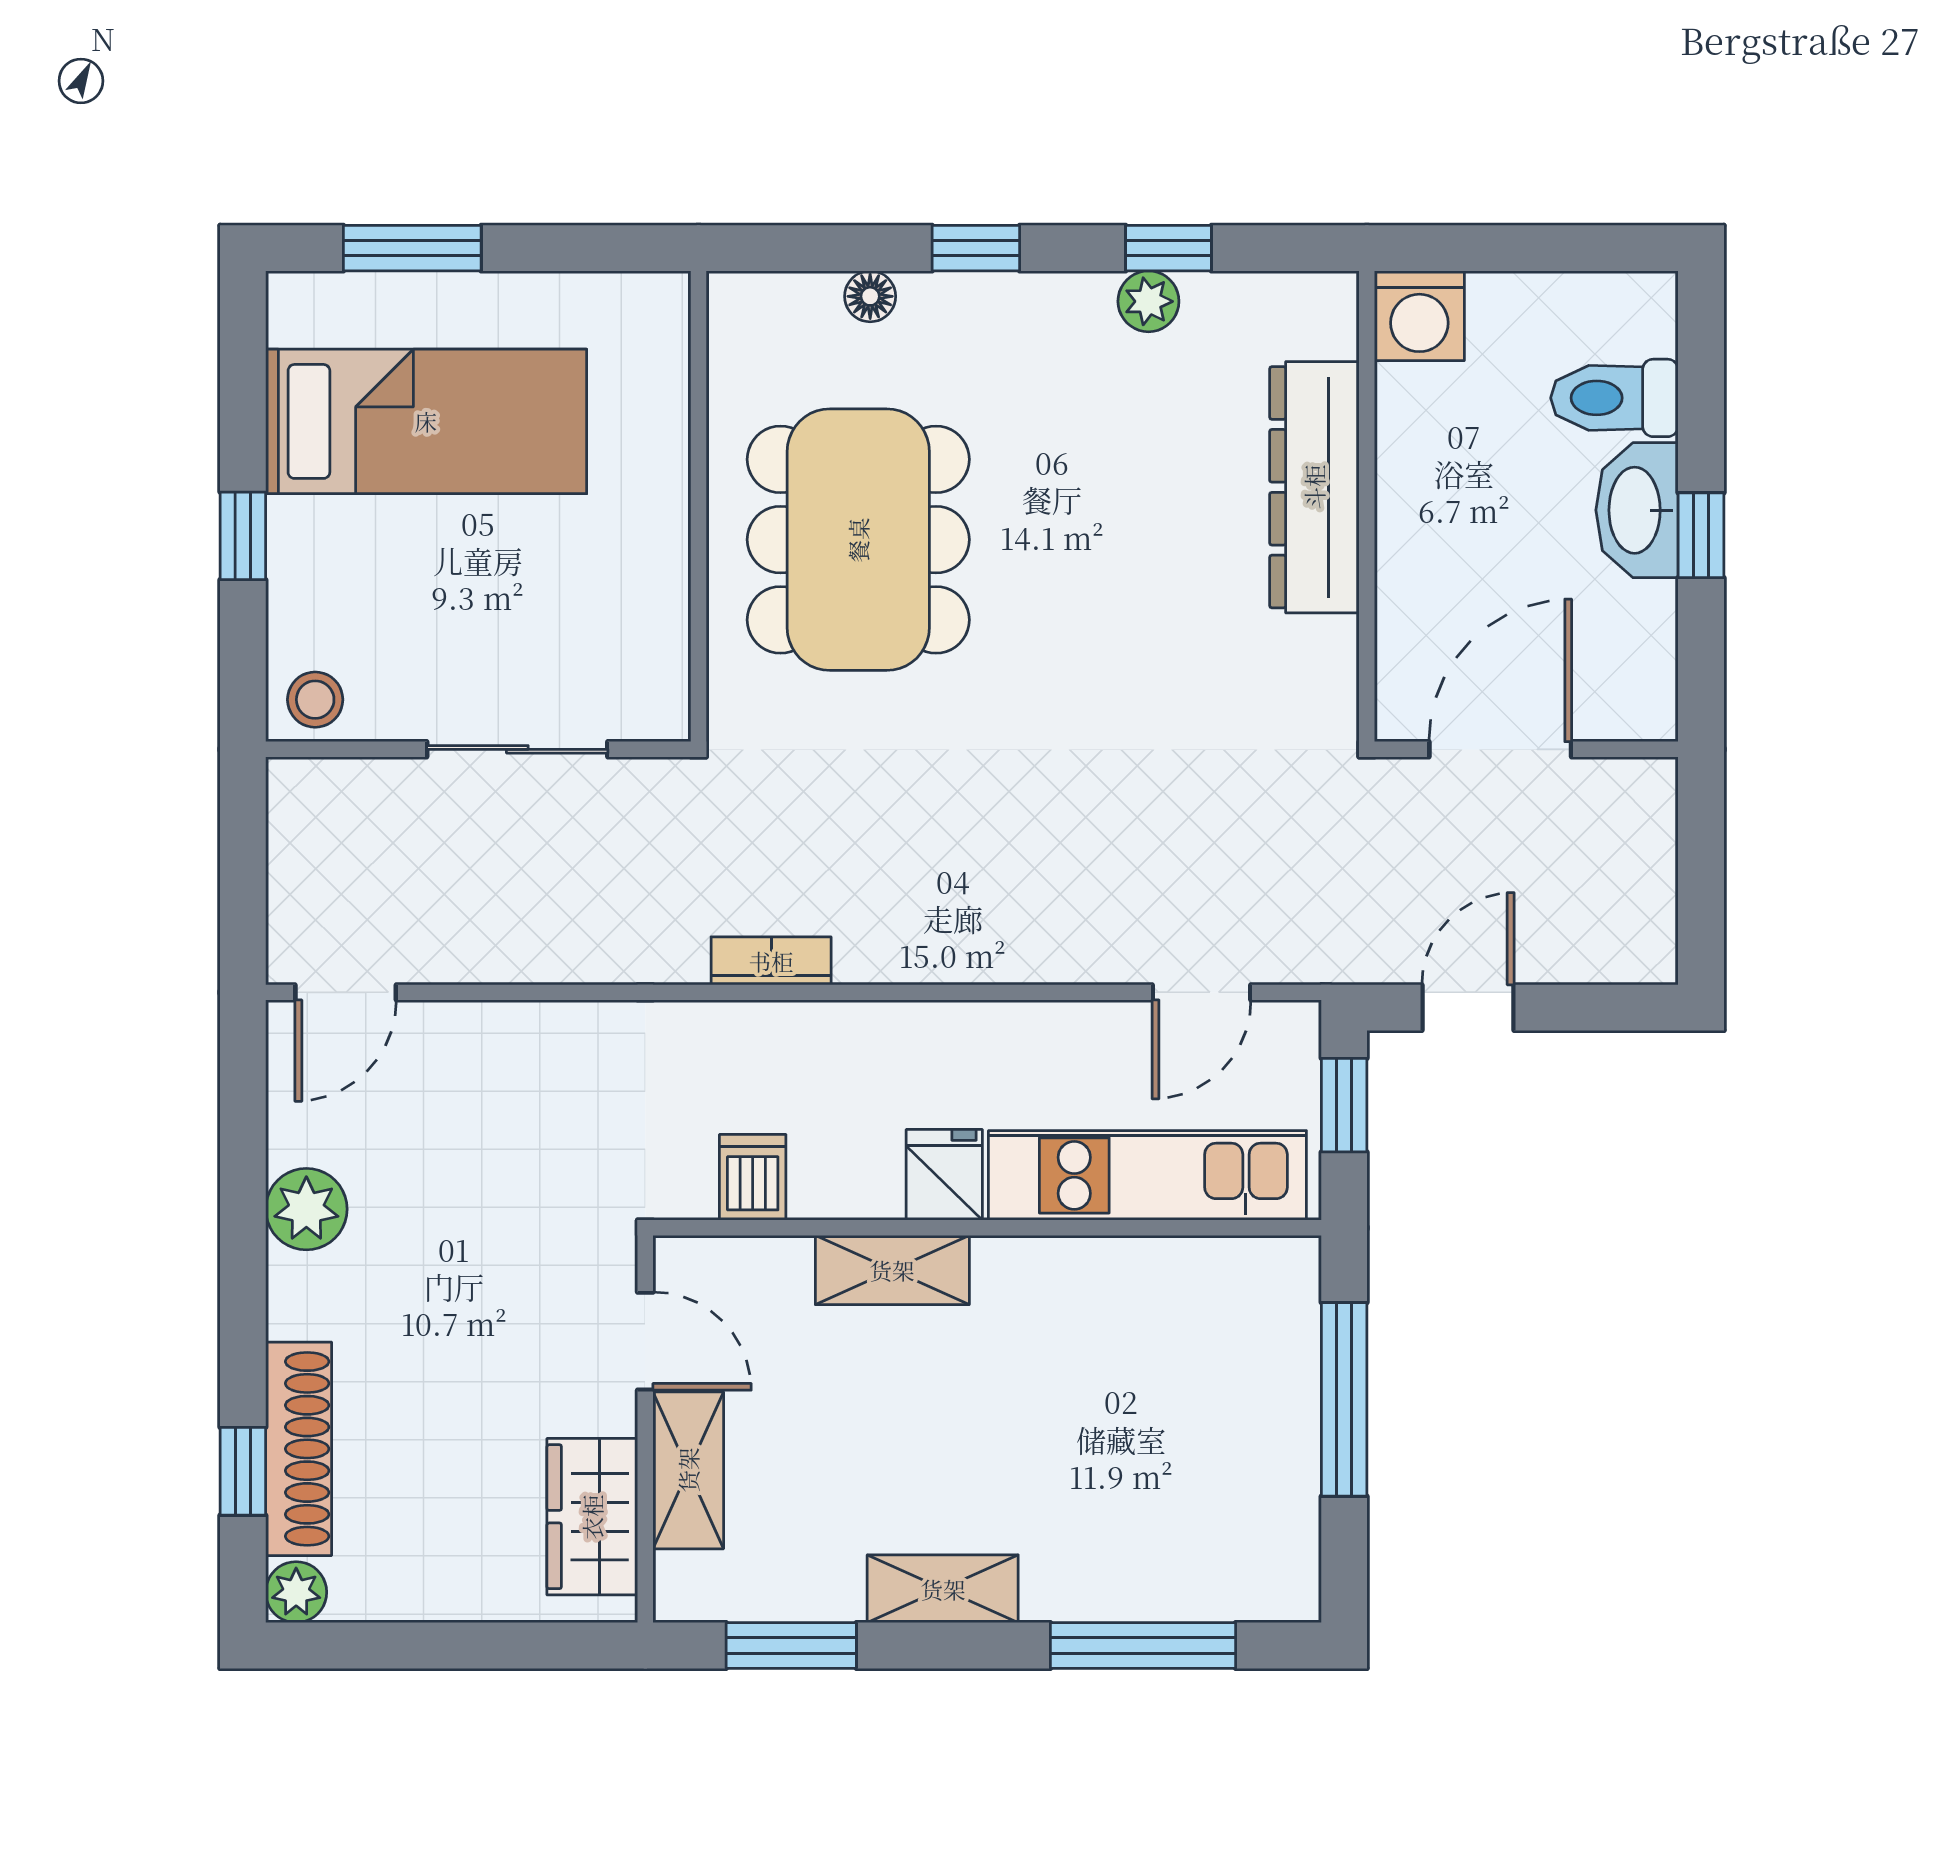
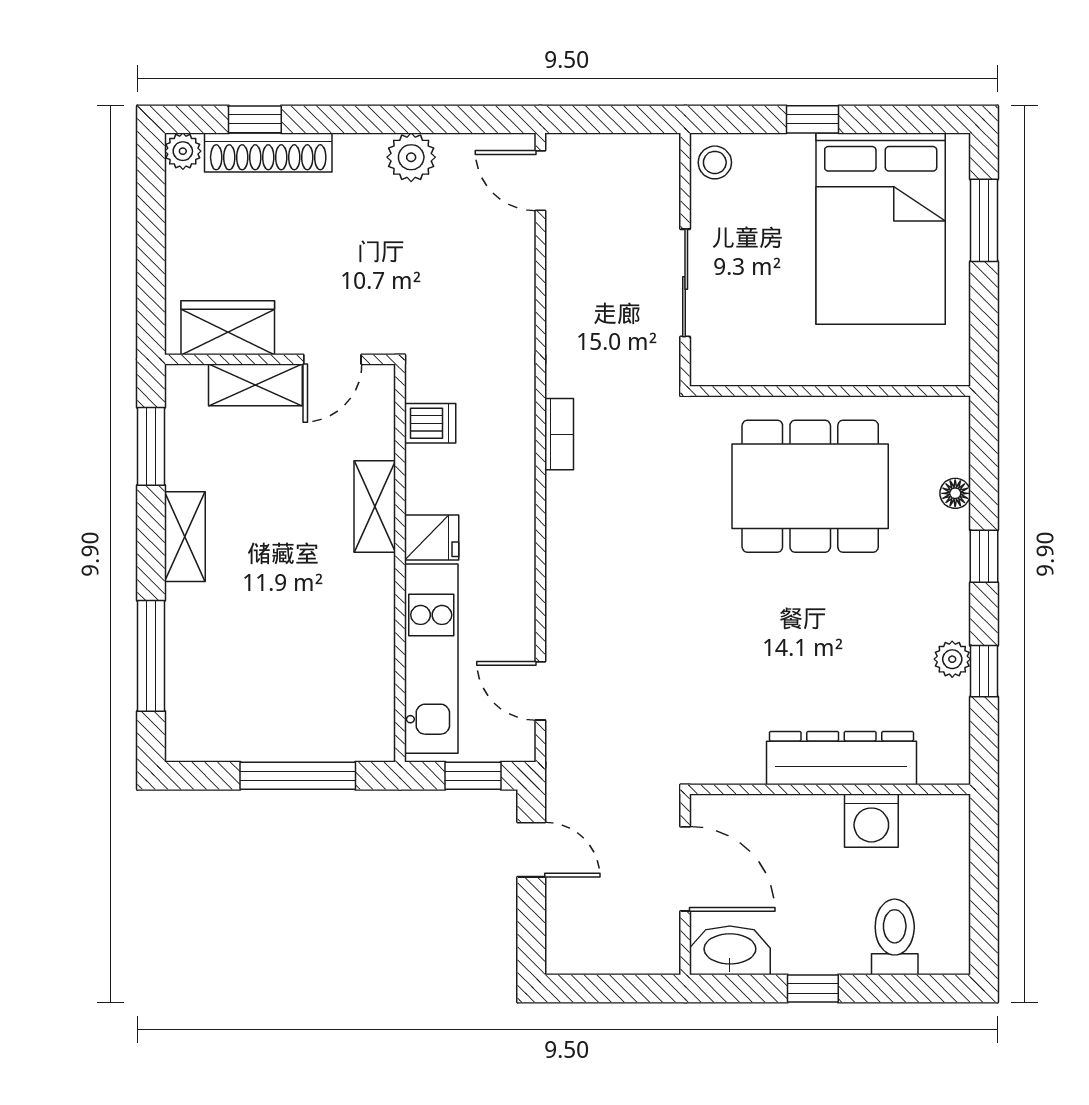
washing machine: (1419, 316) -> (871, 821), moved, turned -90
bed: (426, 421) -> (881, 229), width x1.50
washbasin: (1637, 510) -> (730, 950), moved

